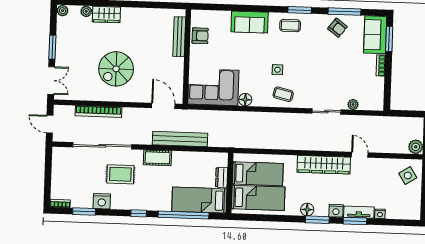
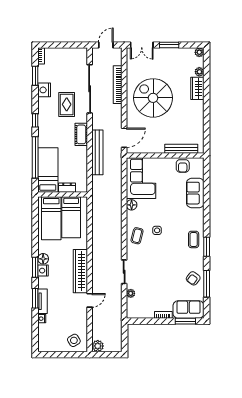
sofa: (250, 22) -> (195, 193), moved
spiral stairs: (116, 69) -> (153, 98), width x1.37, depth x1.37
nightstand: (336, 211) -> (43, 271), moved

